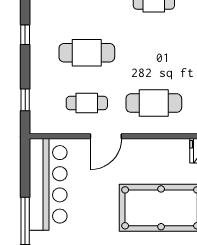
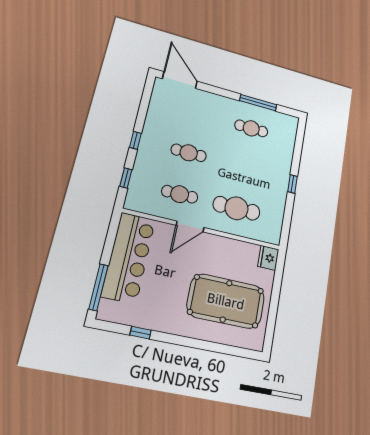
window: (25, 35) -> (135, 140), moved
cafe table: (87, 53) -> (189, 153), width x0.73, depth x0.74

